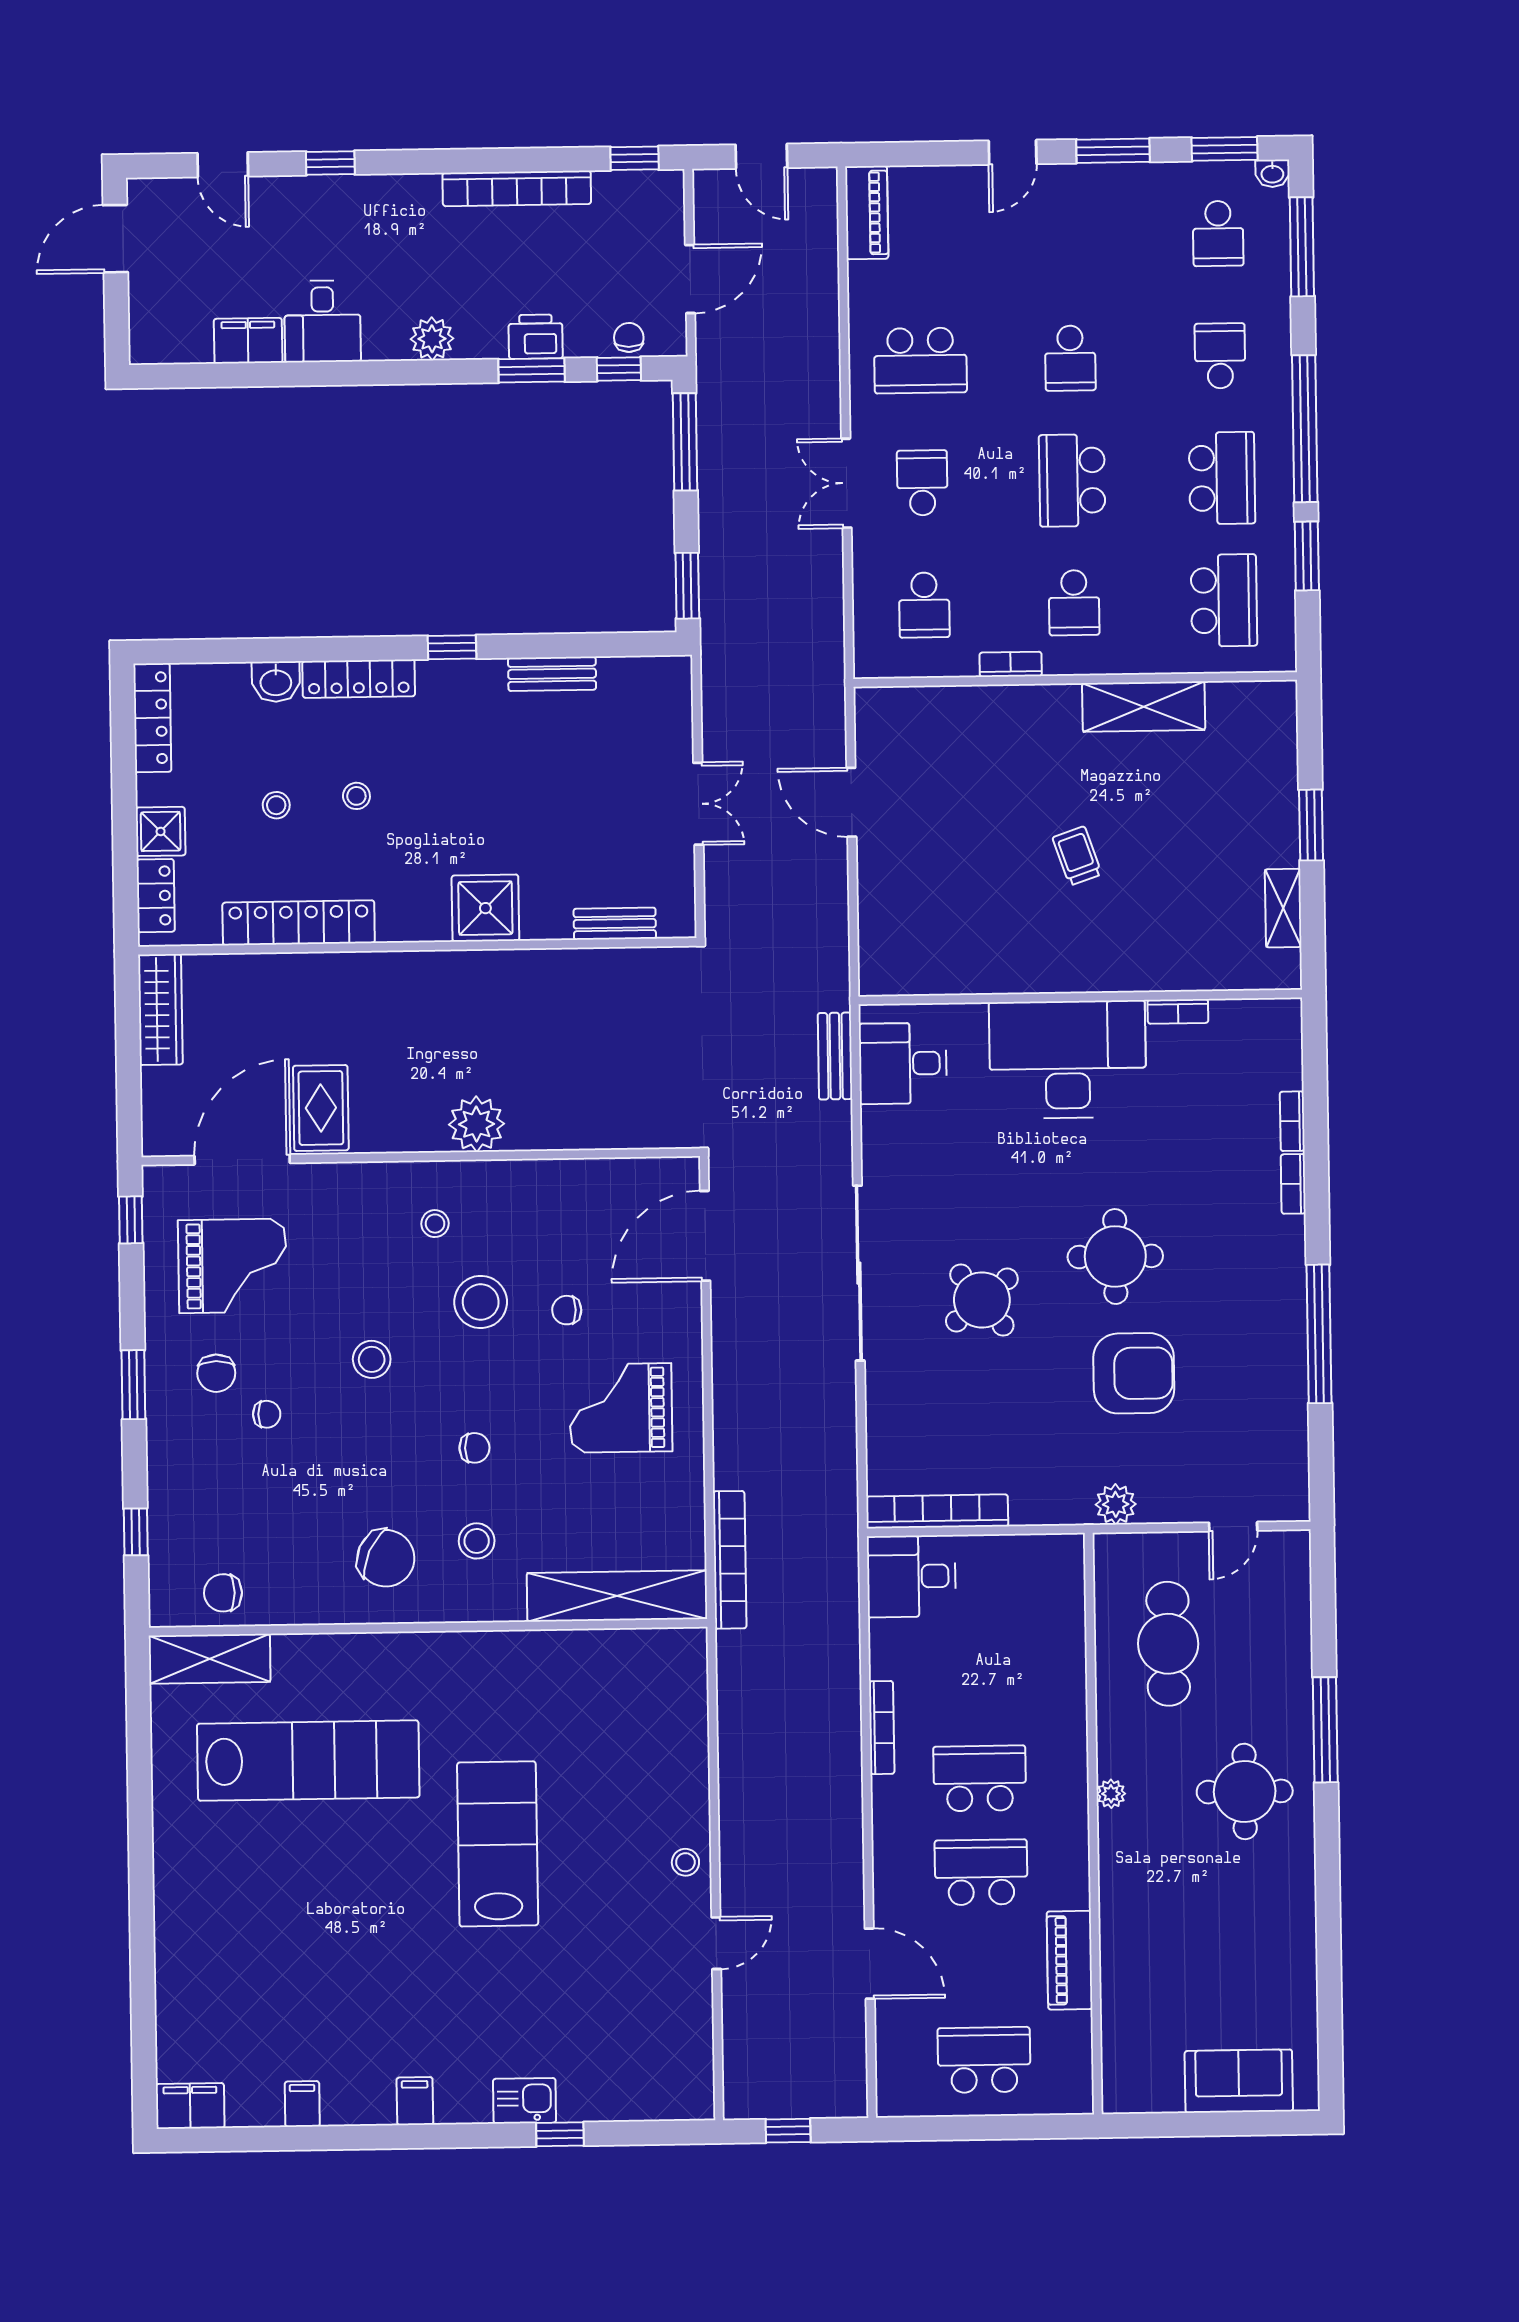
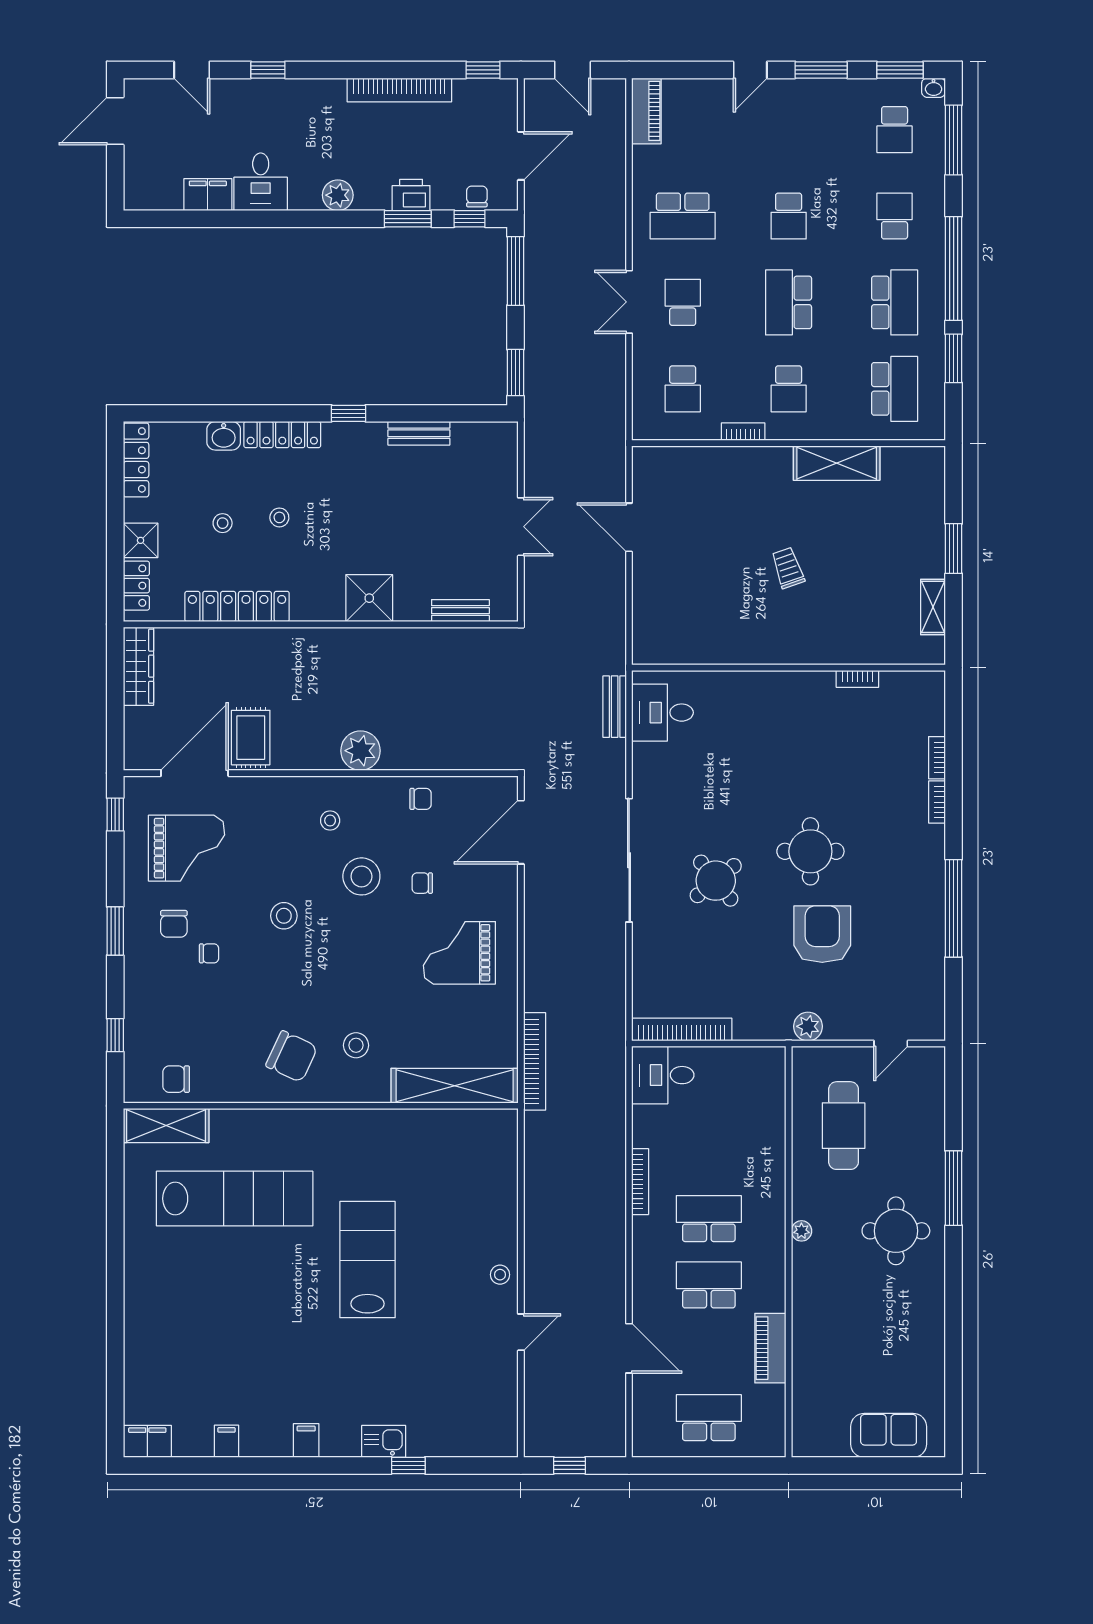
desk: (1068, 1059) -> (779, 712), removed
armchair: (1134, 1373) -> (822, 934), turned -90
chair: (474, 1448) -> (421, 799), moved

